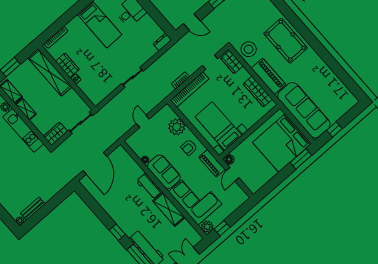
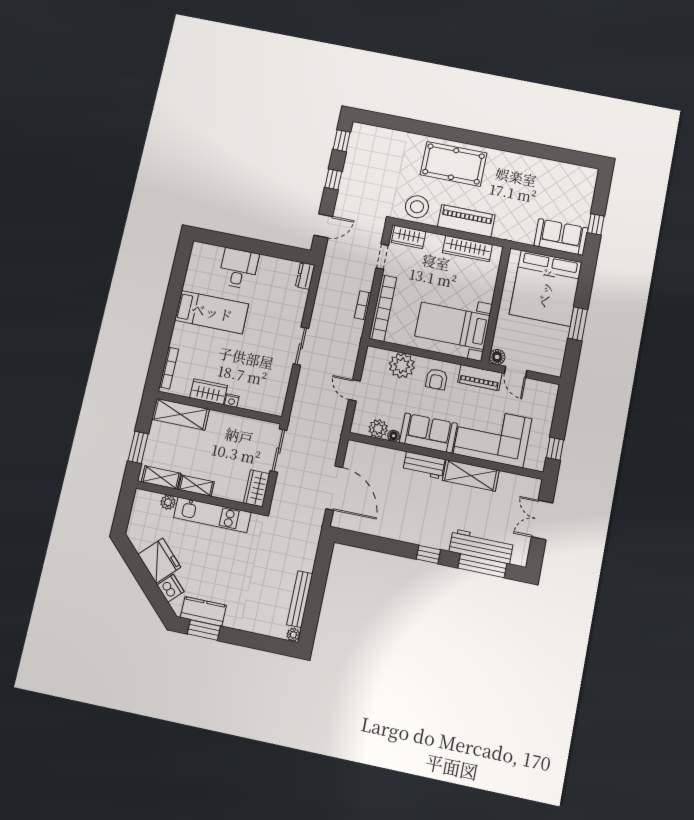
shelving: (50, 72) -> (181, 414), width x0.68
sofa: (304, 110) -> (561, 237), width x0.54, depth x0.79
window: (301, 159) -> (578, 324), moved
bench: (33, 209) -> (300, 599), width x1.36
plant: (207, 227) -> (378, 429), moved

